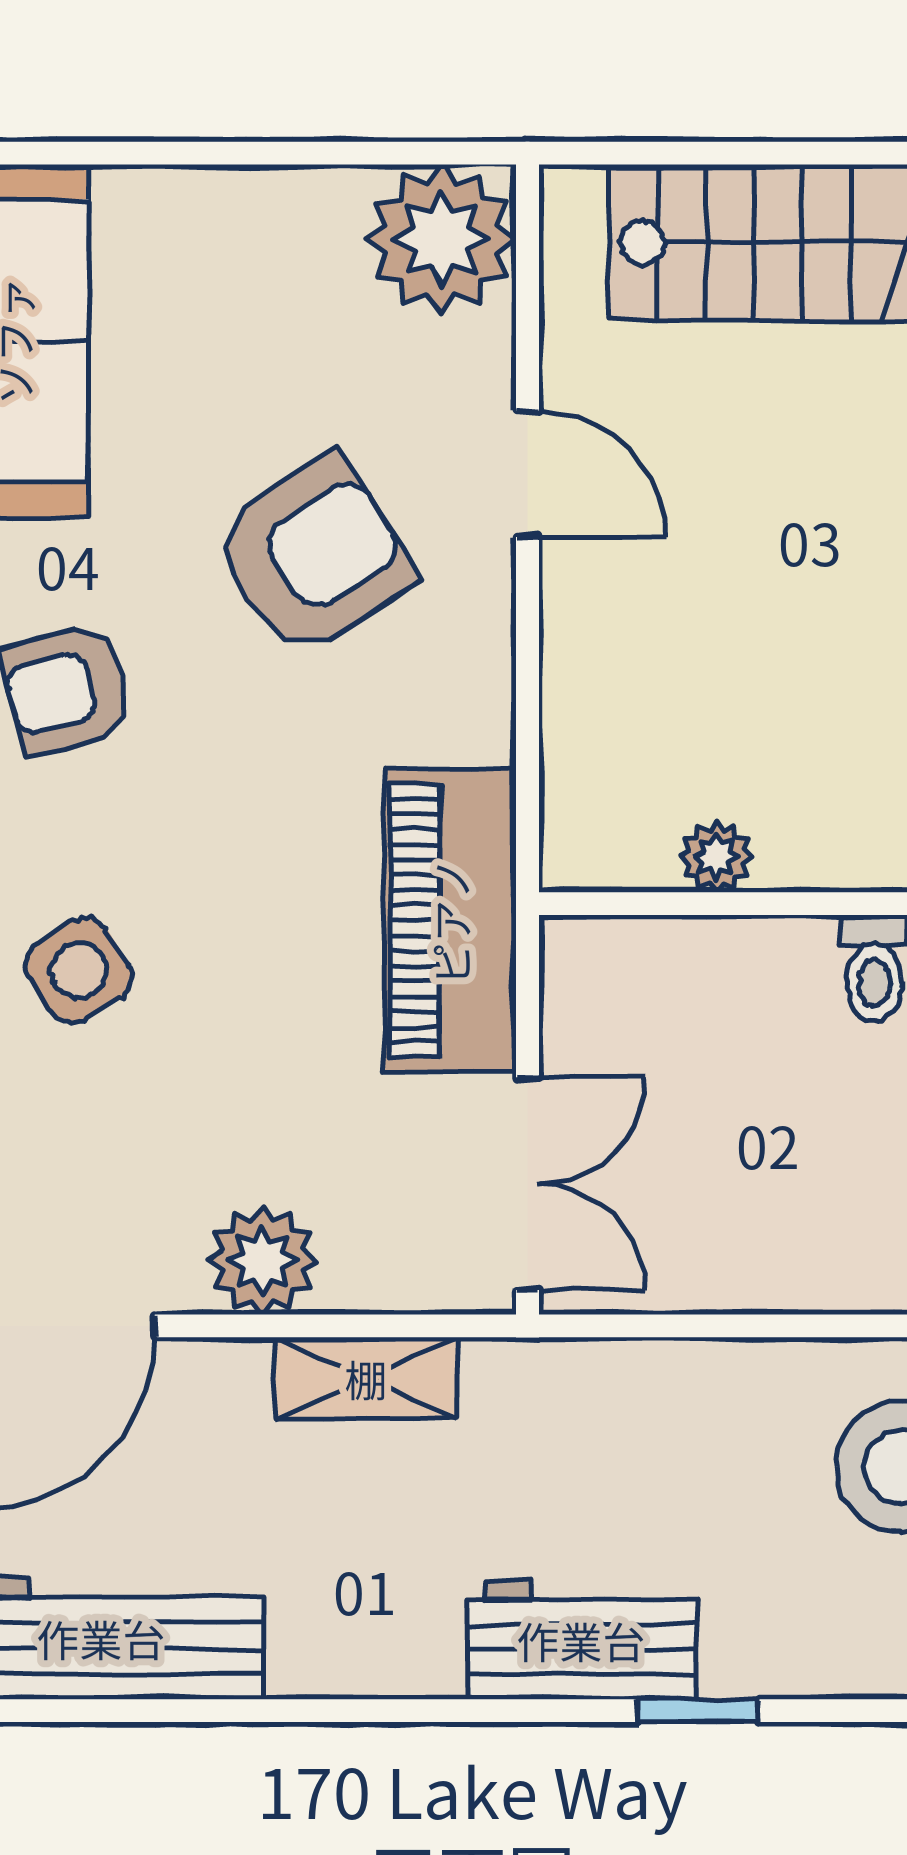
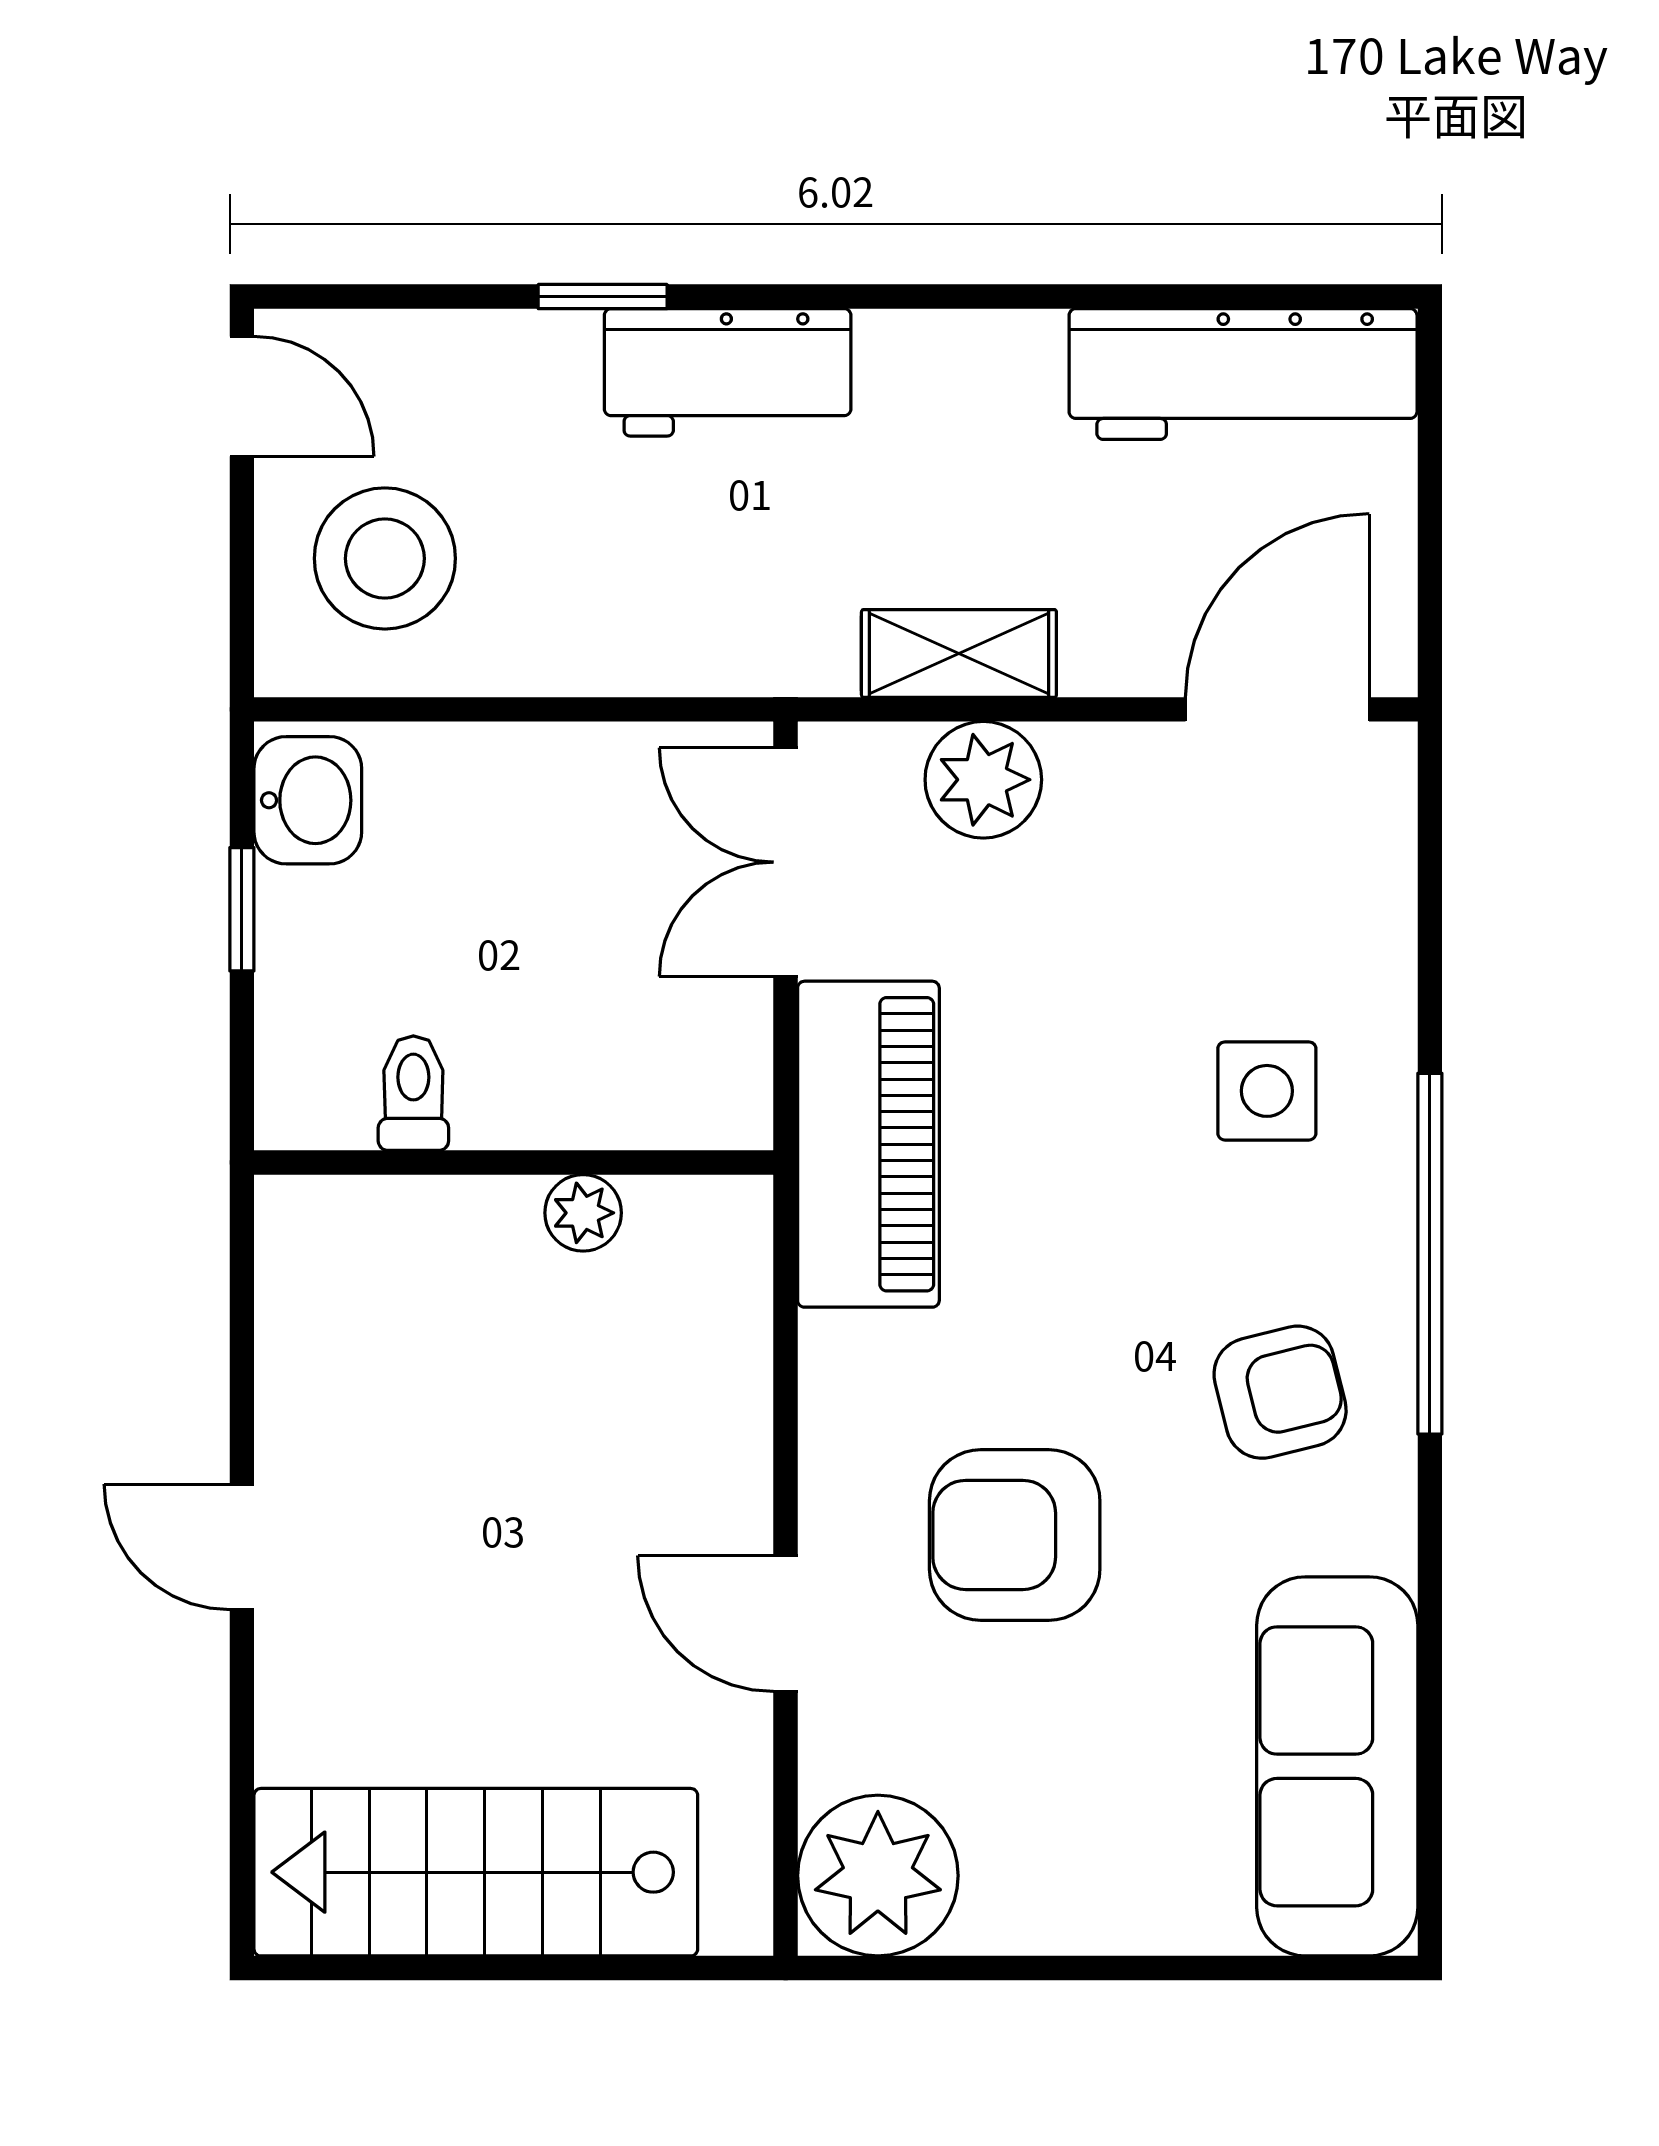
armchair: (314, 557) -> (1015, 1535), turned 33
side table: (79, 970) -> (1267, 1091), turned 32
plant: (262, 1260) -> (983, 780), moved

